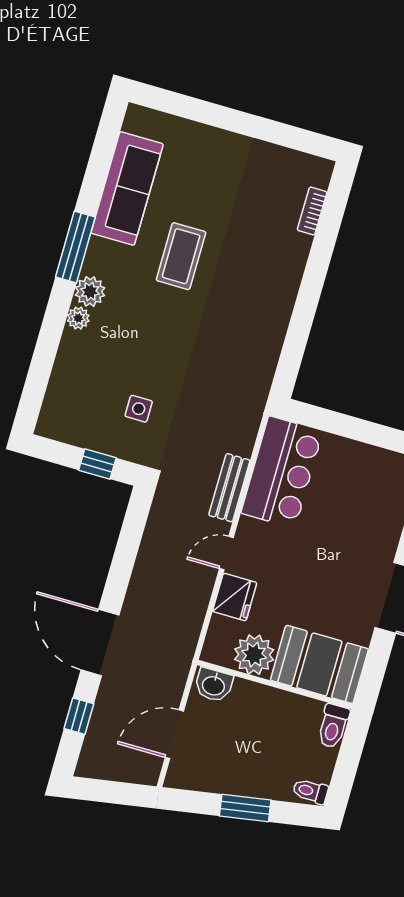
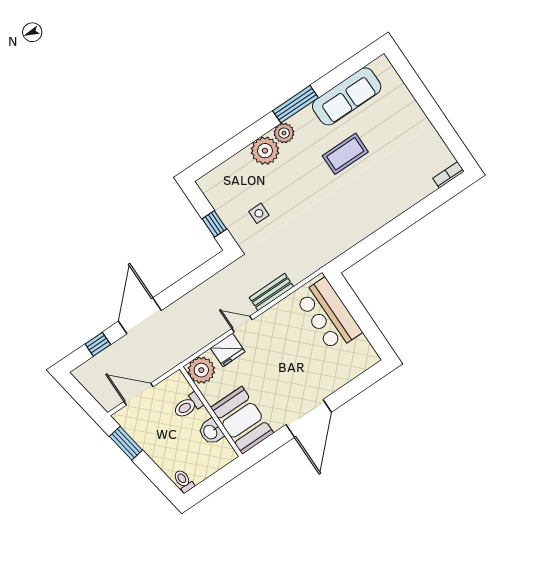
bookcase: (312, 211) -> (448, 175), moved
plant: (78, 318) -> (265, 151), width x1.88, depth x1.88
bar counter: (282, 472) -> (329, 315), moved, turned 90
plant: (254, 655) -> (201, 370), moved
washbasin: (214, 685) -> (211, 432), moved
toilet: (333, 726) -> (188, 406), moved
window: (245, 808) -> (126, 443), moved

